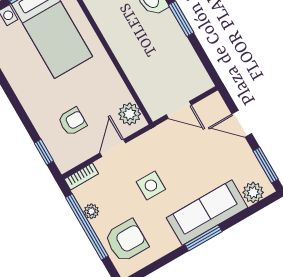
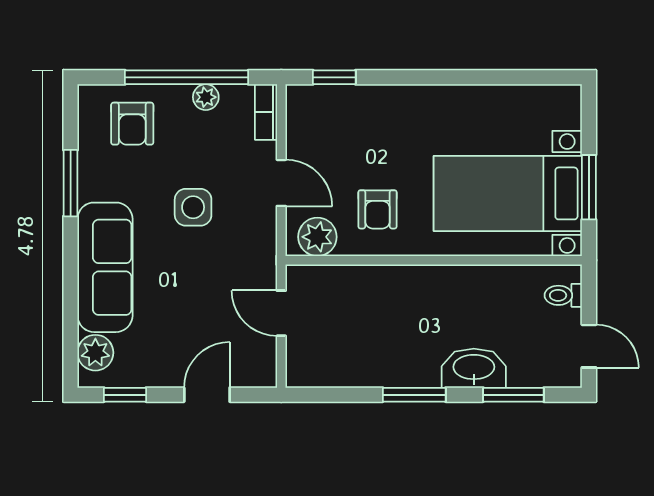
door: (179, 110) -> (281, 313), hinge flipped
armchair: (72, 122) -> (378, 209), moved
window: (266, 165) -> (125, 395), width x0.67
window: (203, 238) -> (71, 183), moved
armchair: (126, 241) -> (132, 124), width x0.72, depth x0.72

